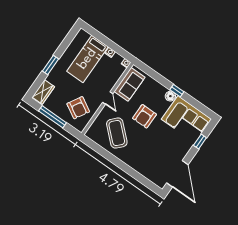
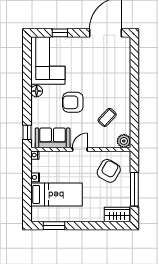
window: (50, 65) -> (54, 226), moved
window: (177, 91) -> (27, 132), moved
armchair: (144, 116) -> (73, 102), turned 180
plant: (92, 133) -> (124, 141), added
coffee table: (117, 133) -> (107, 117), width x0.54, depth x0.58

